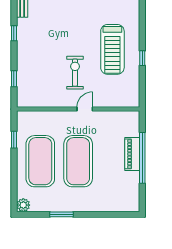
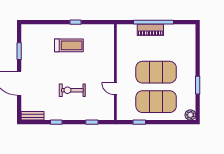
treadmill: (112, 49) -> (69, 45), width x0.73, depth x0.73
exercise bike: (75, 73) -> (72, 90), moved
door: (85, 109) -> (115, 89), moved

